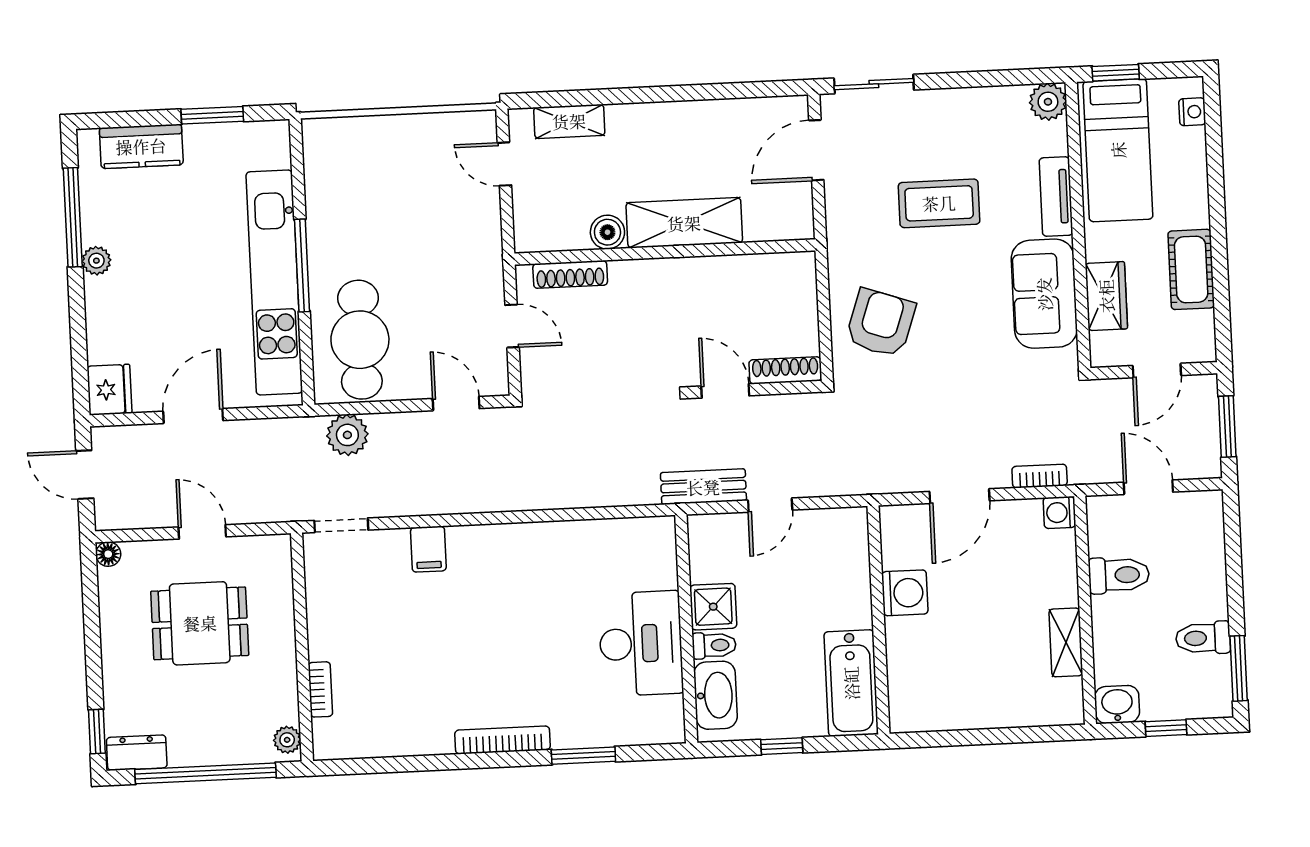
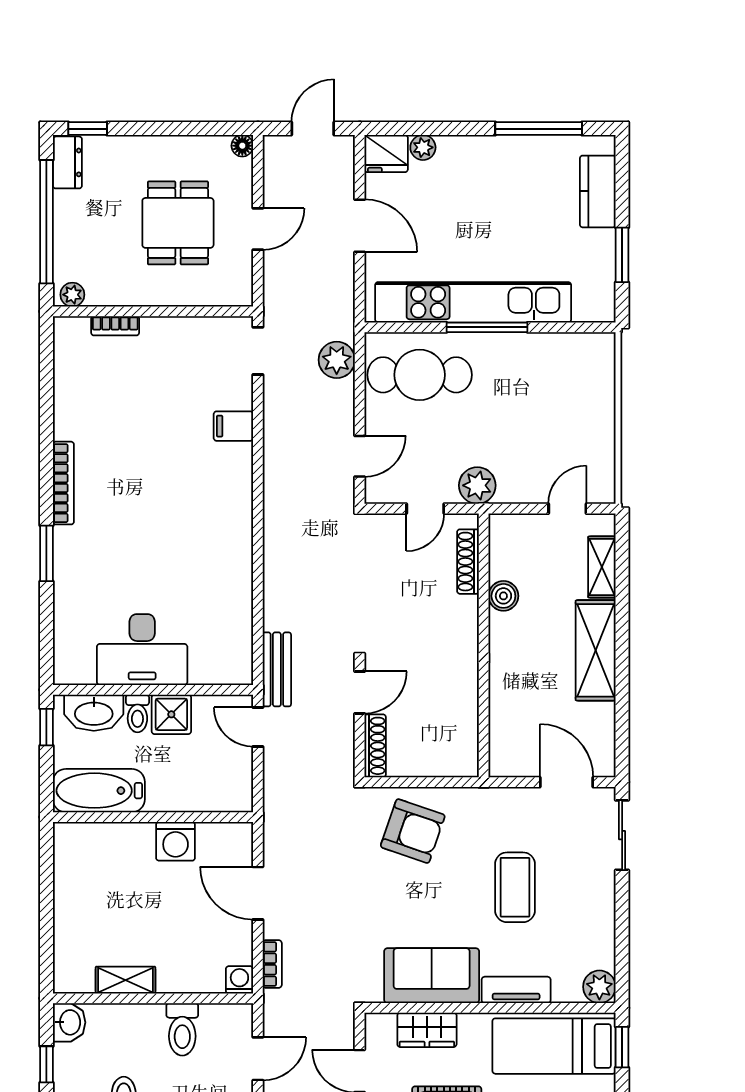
shelving: (684, 223) -> (596, 650), moved
plant: (96, 261) -> (423, 147), moved
plant: (483, 268) -> (477, 485), added
shower: (713, 607) -> (171, 714), moved
wall: (686, 629) -> (153, 690), moved
desk: (641, 643) -> (142, 650), moved
toilet: (714, 645) -> (137, 713), moved
washbasin: (715, 695) -> (94, 713), moved

